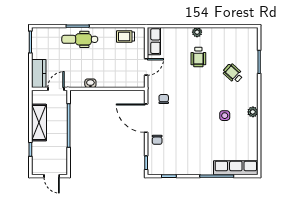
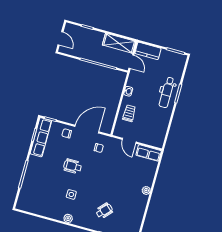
trolley: (125, 37) -> (129, 113), moved
dental chair: (80, 39) -> (167, 92), turned 180
wheelchair: (198, 57) -> (73, 166), moved
shelving: (39, 123) -> (119, 43), moved
row of seats: (236, 168) -> (41, 137), moved
door: (52, 176) -> (60, 38), swing flipped

